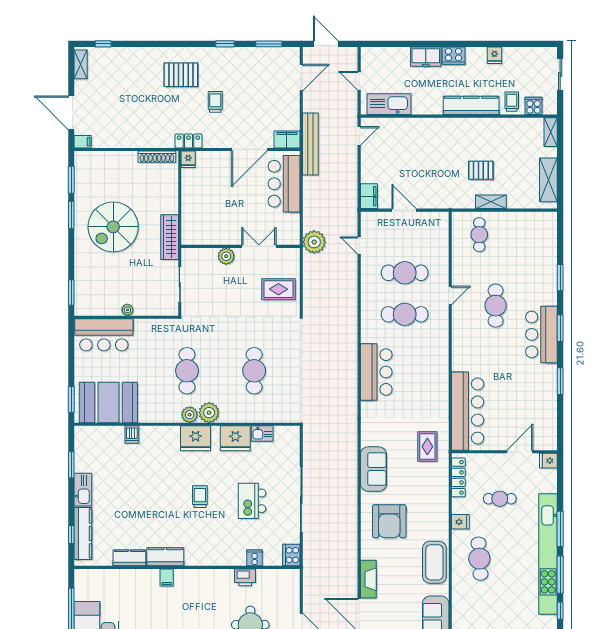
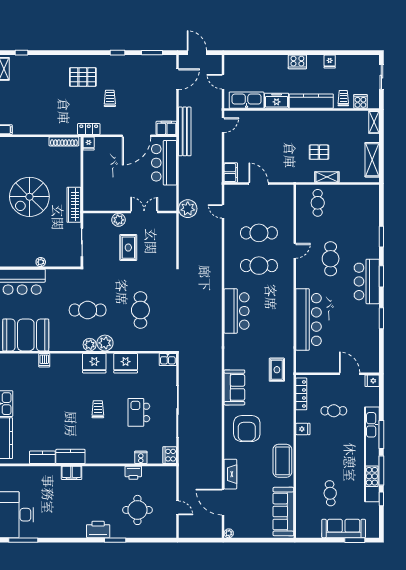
freezer: (426, 57) -> (277, 101), moved, turned 180
rug: (278, 289) -> (128, 248), moved, turned 90
cafe table: (187, 371) -> (88, 310), turned 90
bar counter: (468, 411) -> (309, 319), moved
kitchen sink: (262, 434) -> (168, 359), moved
door: (520, 452) -> (350, 374), hinge flipped
cafe table: (479, 559) -> (330, 493), moved, width x0.73, depth x0.74
filing cabinet: (167, 577) -> (72, 473), width x2.00

